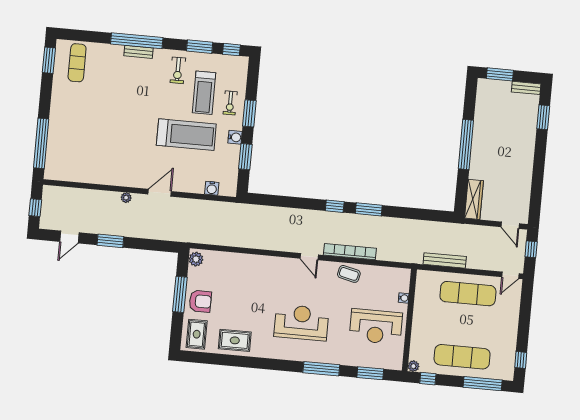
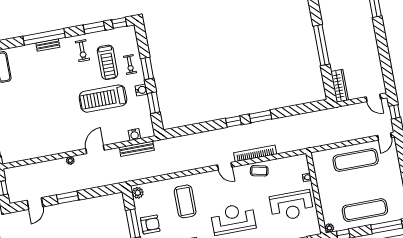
treadmill: (186, 135) -> (103, 99), turned 180
bench: (445, 260) -> (137, 149), moved
coffee table: (250, 285) -> (185, 201), added

